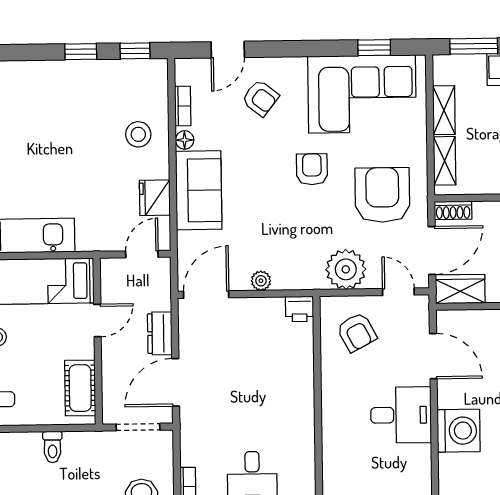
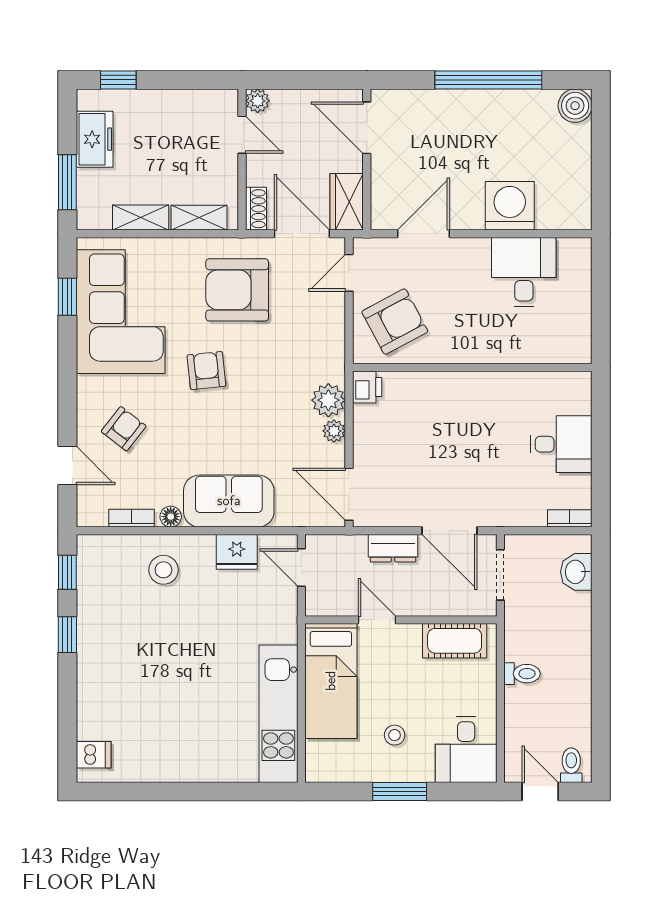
armchair: (312, 169) -> (206, 371), turned 84
plant: (346, 269) -> (328, 400), moved, width x0.73, depth x0.73
armchair: (357, 332) -> (395, 322), width x1.38, depth x1.38
desk: (401, 415) -> (524, 272), moved

